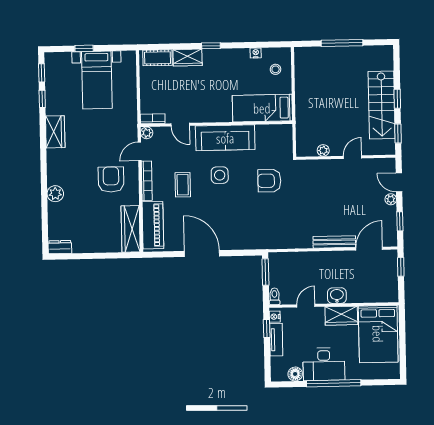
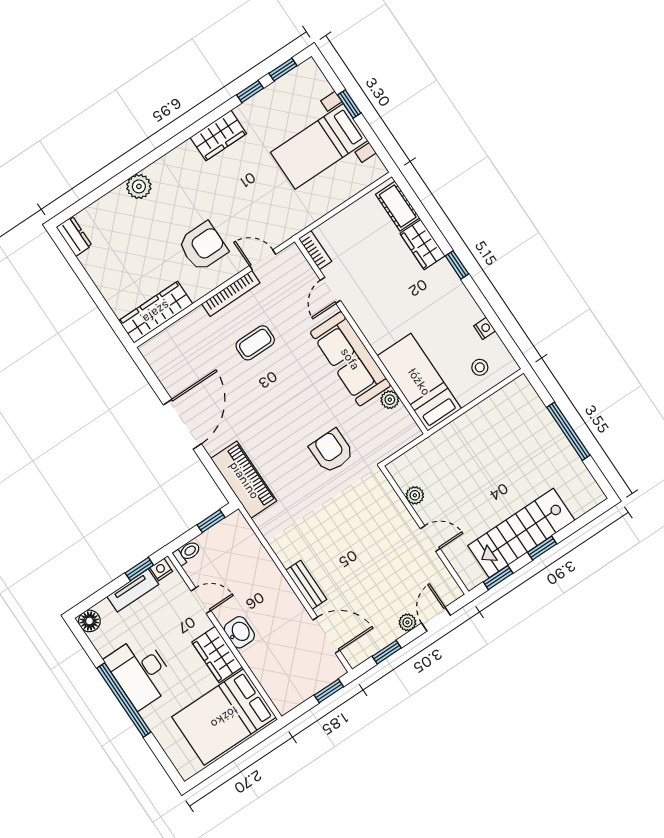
plant: (147, 133) -> (390, 400), moved
side table: (220, 175) -> (298, 382), removed
piano: (153, 225) -> (244, 480), moved, turned -90
bench: (334, 242) -> (306, 585), width x0.73
window: (265, 272) -> (211, 521), width x0.67
floor lamp: (295, 374) -> (89, 621), moved

